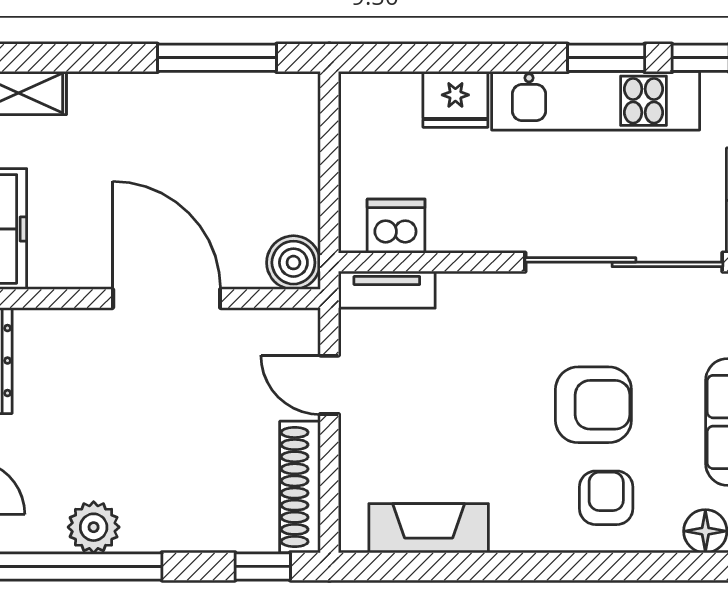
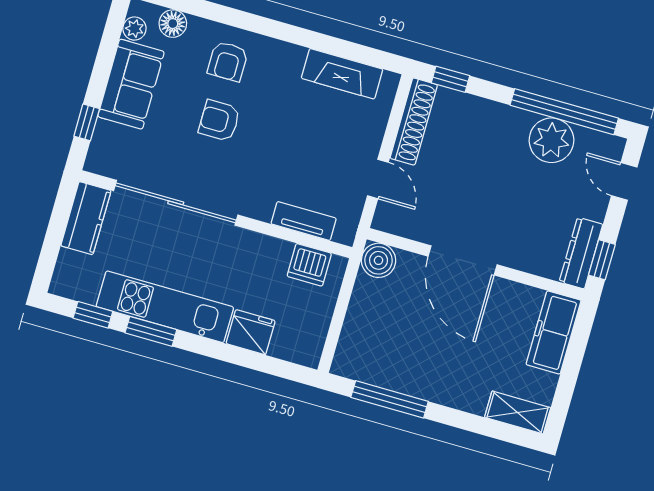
tv unit: (387, 290) -> (304, 221), moved
armchair: (593, 405) -> (219, 121), width x0.72, depth x0.72
plant: (94, 527) -> (551, 140), width x1.36, depth x1.36

